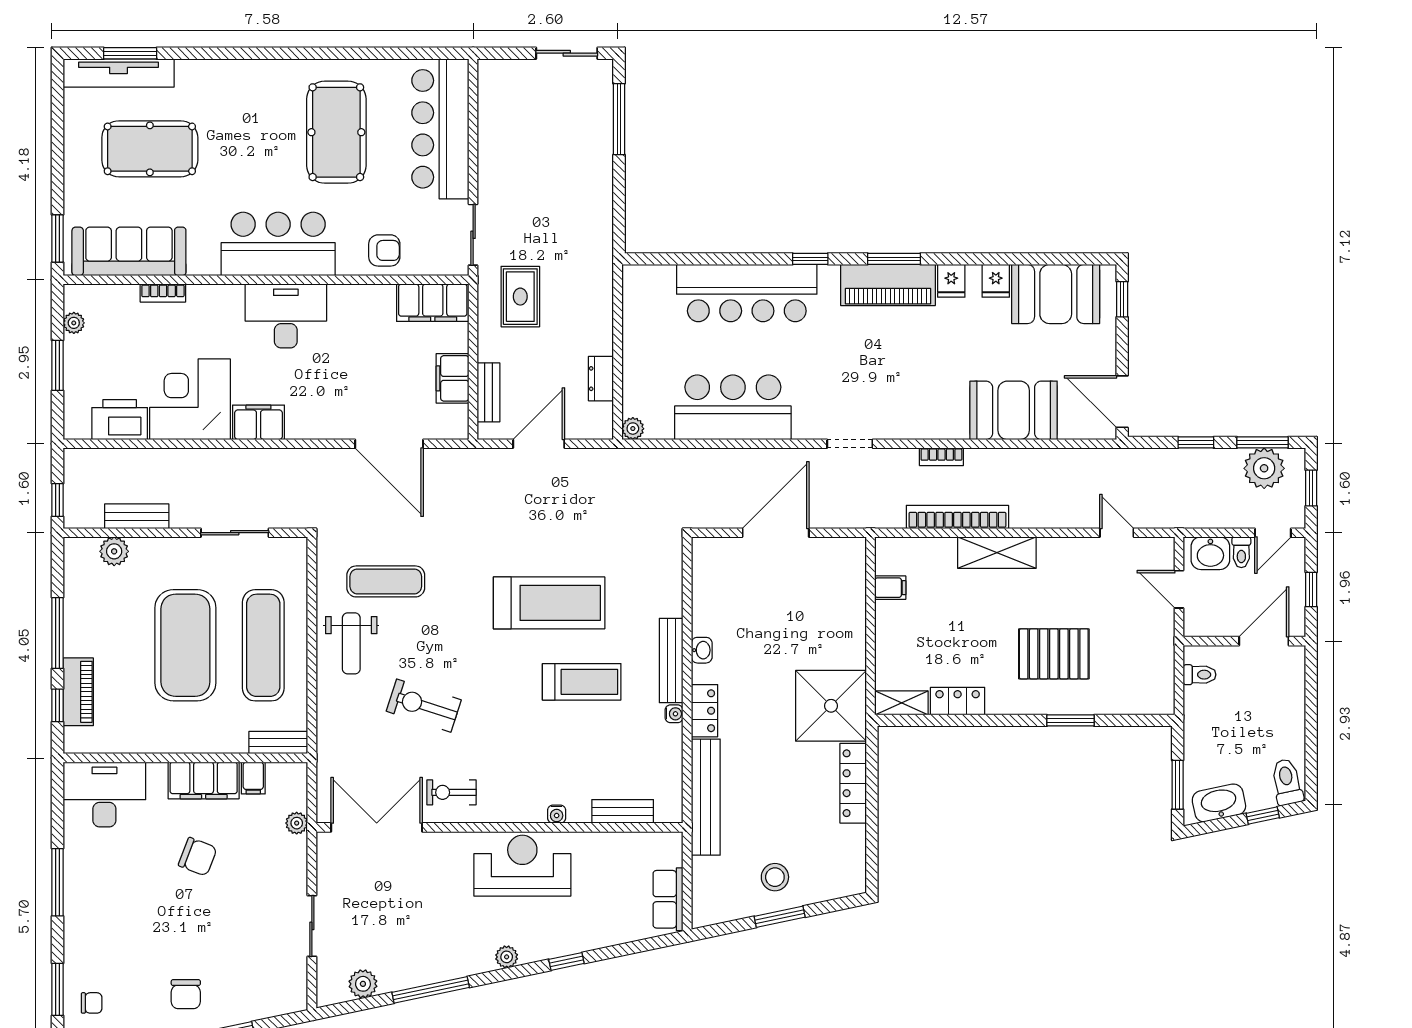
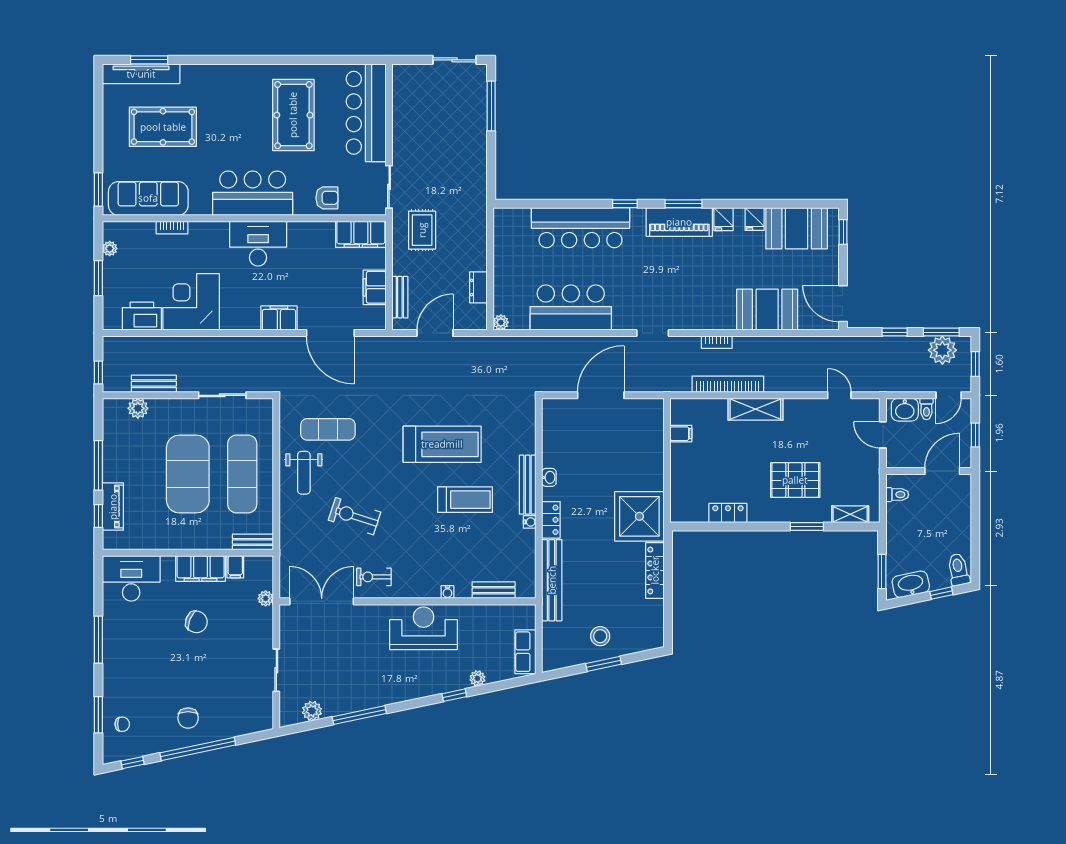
filing cabinet: (258, 422) -> (279, 318), moved
shelving: (902, 703) -> (850, 514), moved
plant: (507, 957) -> (477, 678), moved

